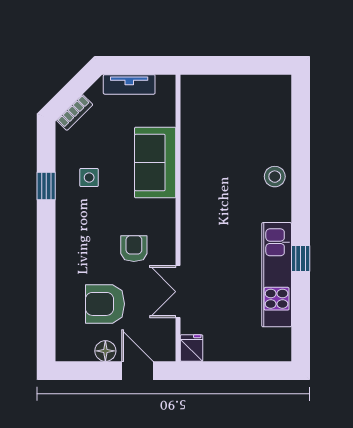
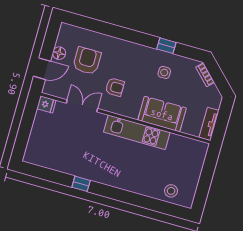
tv unit: (129, 84) -> (209, 124), moved
stool: (275, 177) -> (171, 191), moved
kitchen unit: (277, 275) -> (137, 132), moved, turned 180

